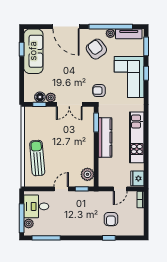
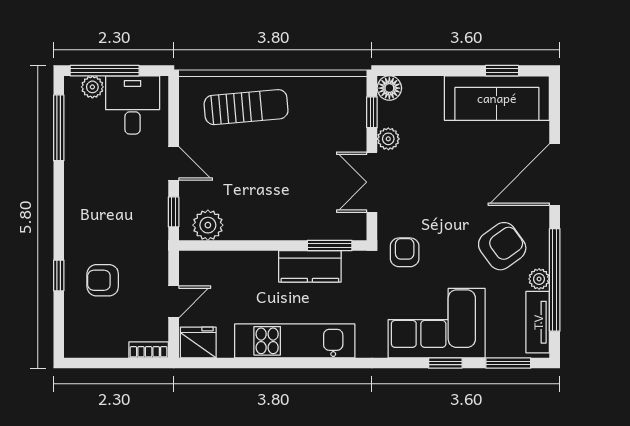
floor lamp: (40, 97) -> (389, 88), moved
kitchen counter: (105, 138) -> (310, 266), width x0.67
door: (120, 189) -> (174, 302), swing flipped

